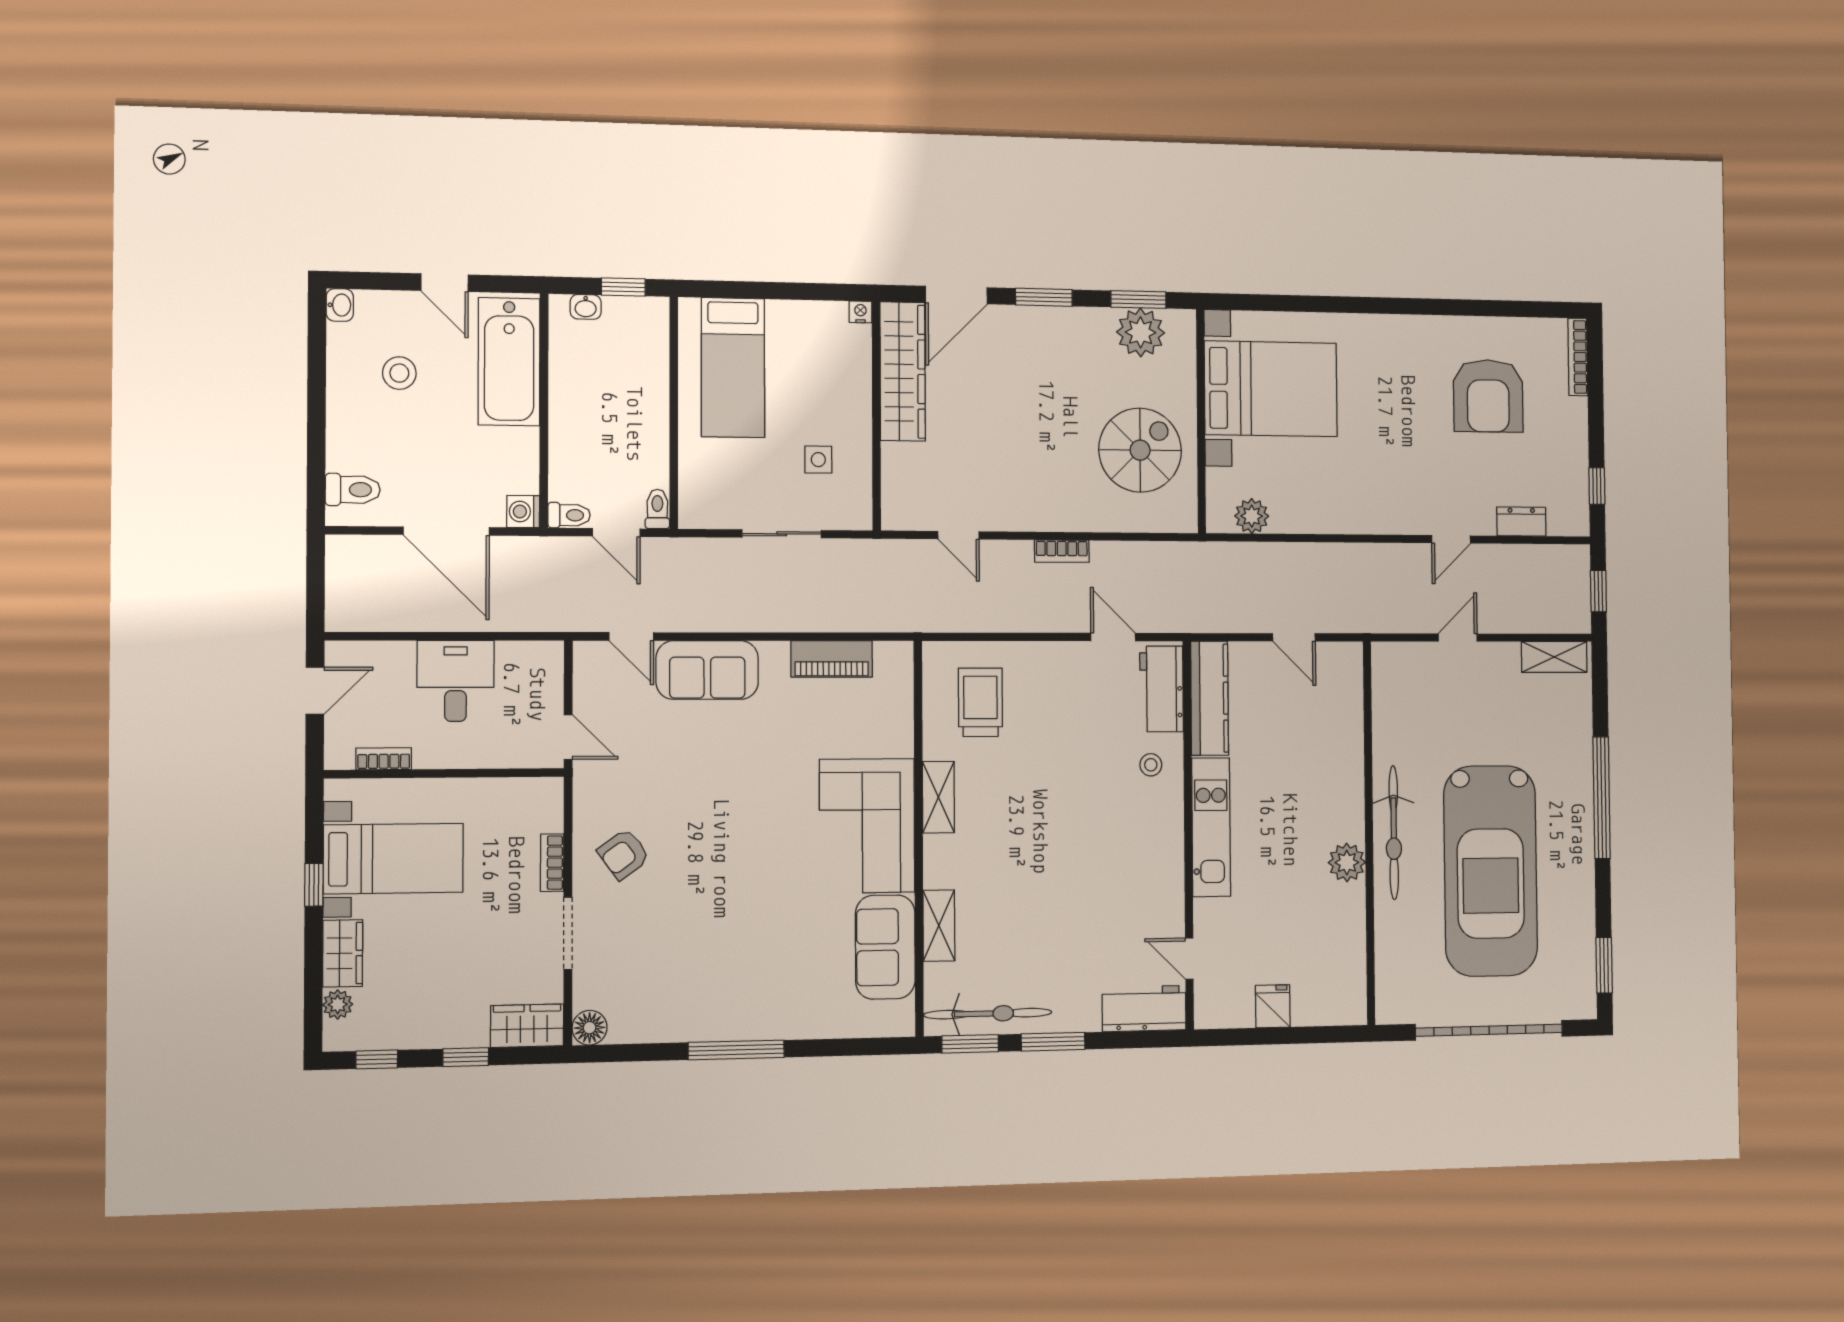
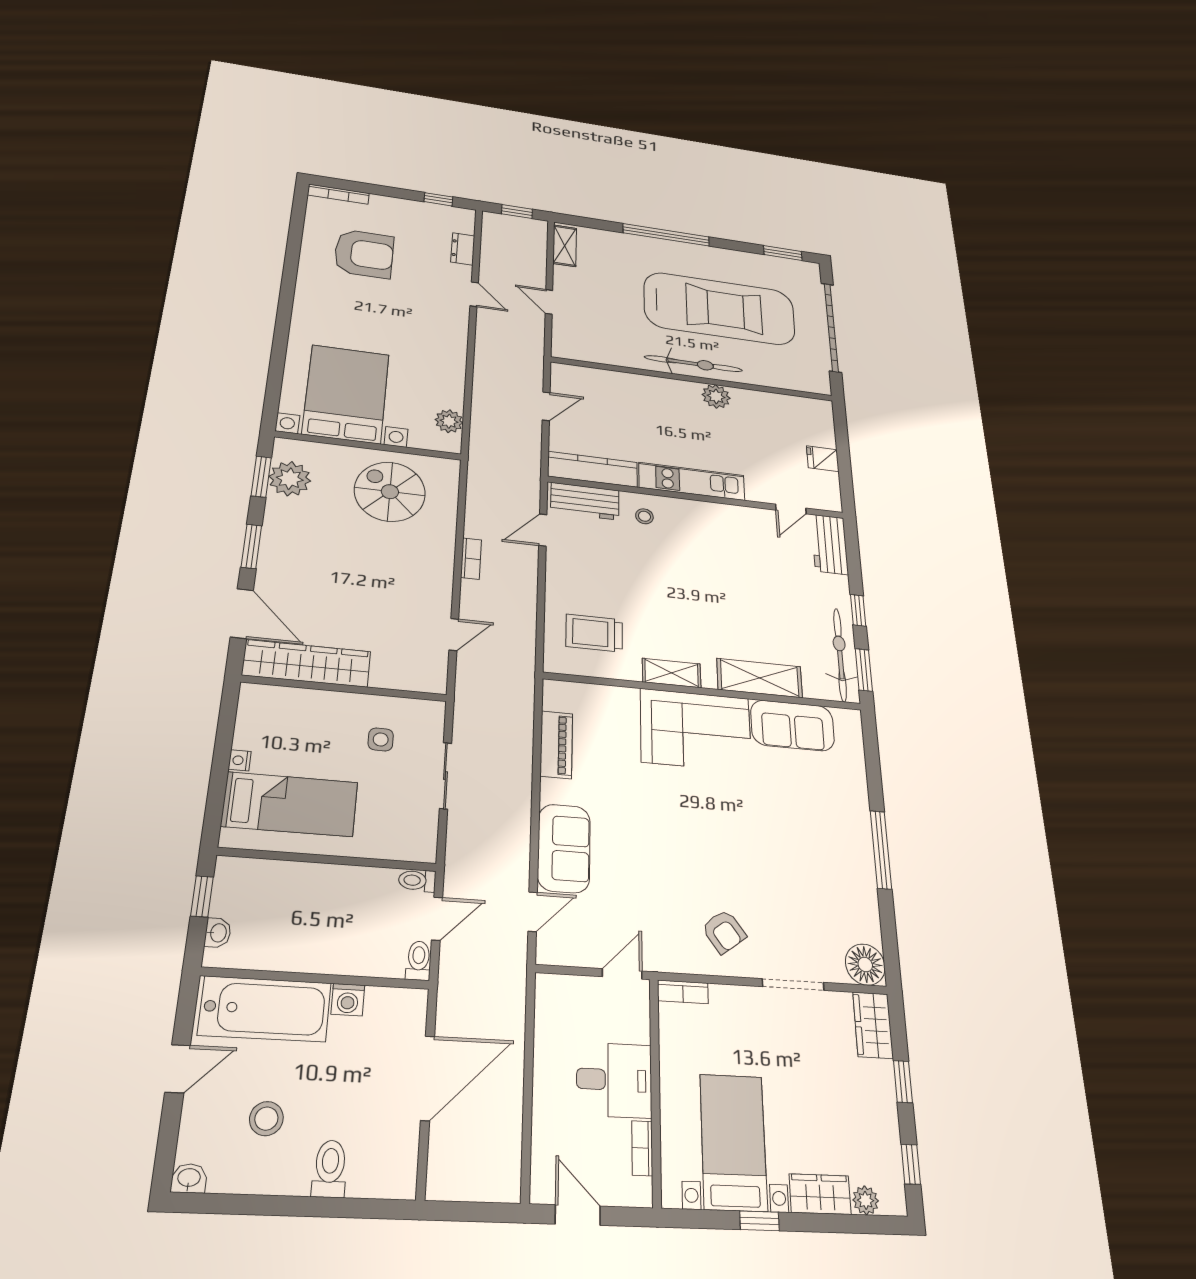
nightstand: (860, 312) -> (240, 760), moved
toilet: (353, 490) -> (330, 1169), moved
washing machine: (523, 512) -> (348, 1000), moved
desk: (456, 681) -> (614, 1080), moved, turned 180
bookcase: (552, 863) -> (683, 992), moved
shelving: (939, 926) -> (760, 678), width x1.50, depth x1.33
floor lamp: (590, 1028) -> (865, 965), width x1.38, depth x1.38
window: (1053, 1042) -> (858, 610), width x0.67

